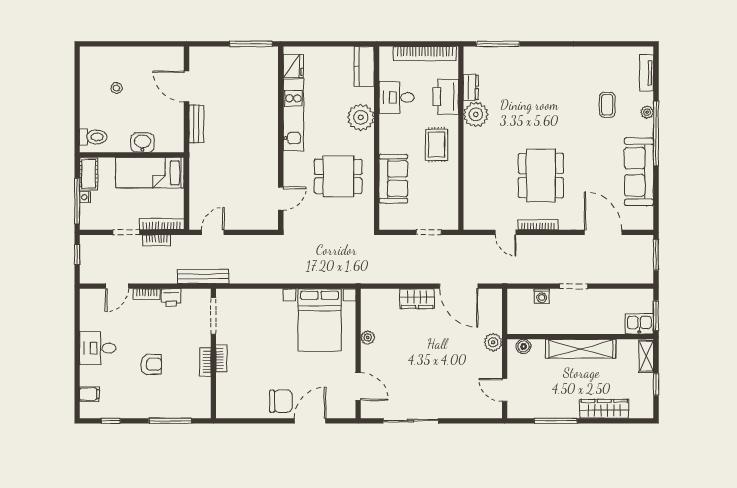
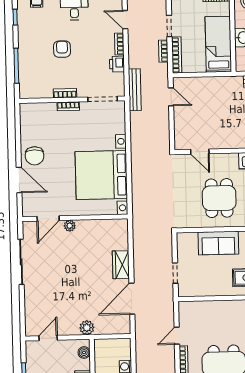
bed with nightstands: (320, 320) -> (101, 175), width x1.36
plant: (368, 337) -> (70, 226), moved
armchair: (151, 364) -> (62, 49), turned 180

